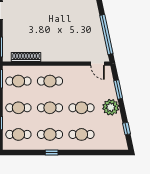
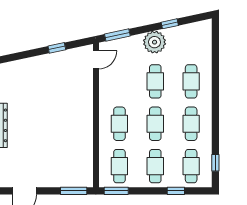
window: (106, 34) -> (57, 48), width x0.32
shoe rack: (26, 57) -> (87, 156), removed
window: (118, 90) -> (117, 35), moved
window: (126, 128) -> (170, 24), moved
window: (52, 152) -> (215, 163), moved

